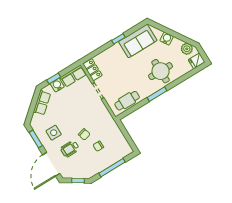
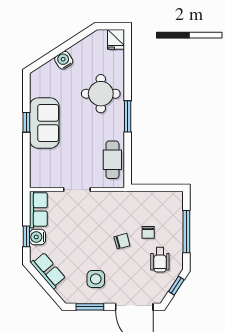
sofa: (138, 41) -> (44, 123), moved
plant: (187, 49) -> (93, 42), removed
locker: (92, 70) -> (45, 180), removed
wheelchair: (70, 149) -> (160, 260), moved

